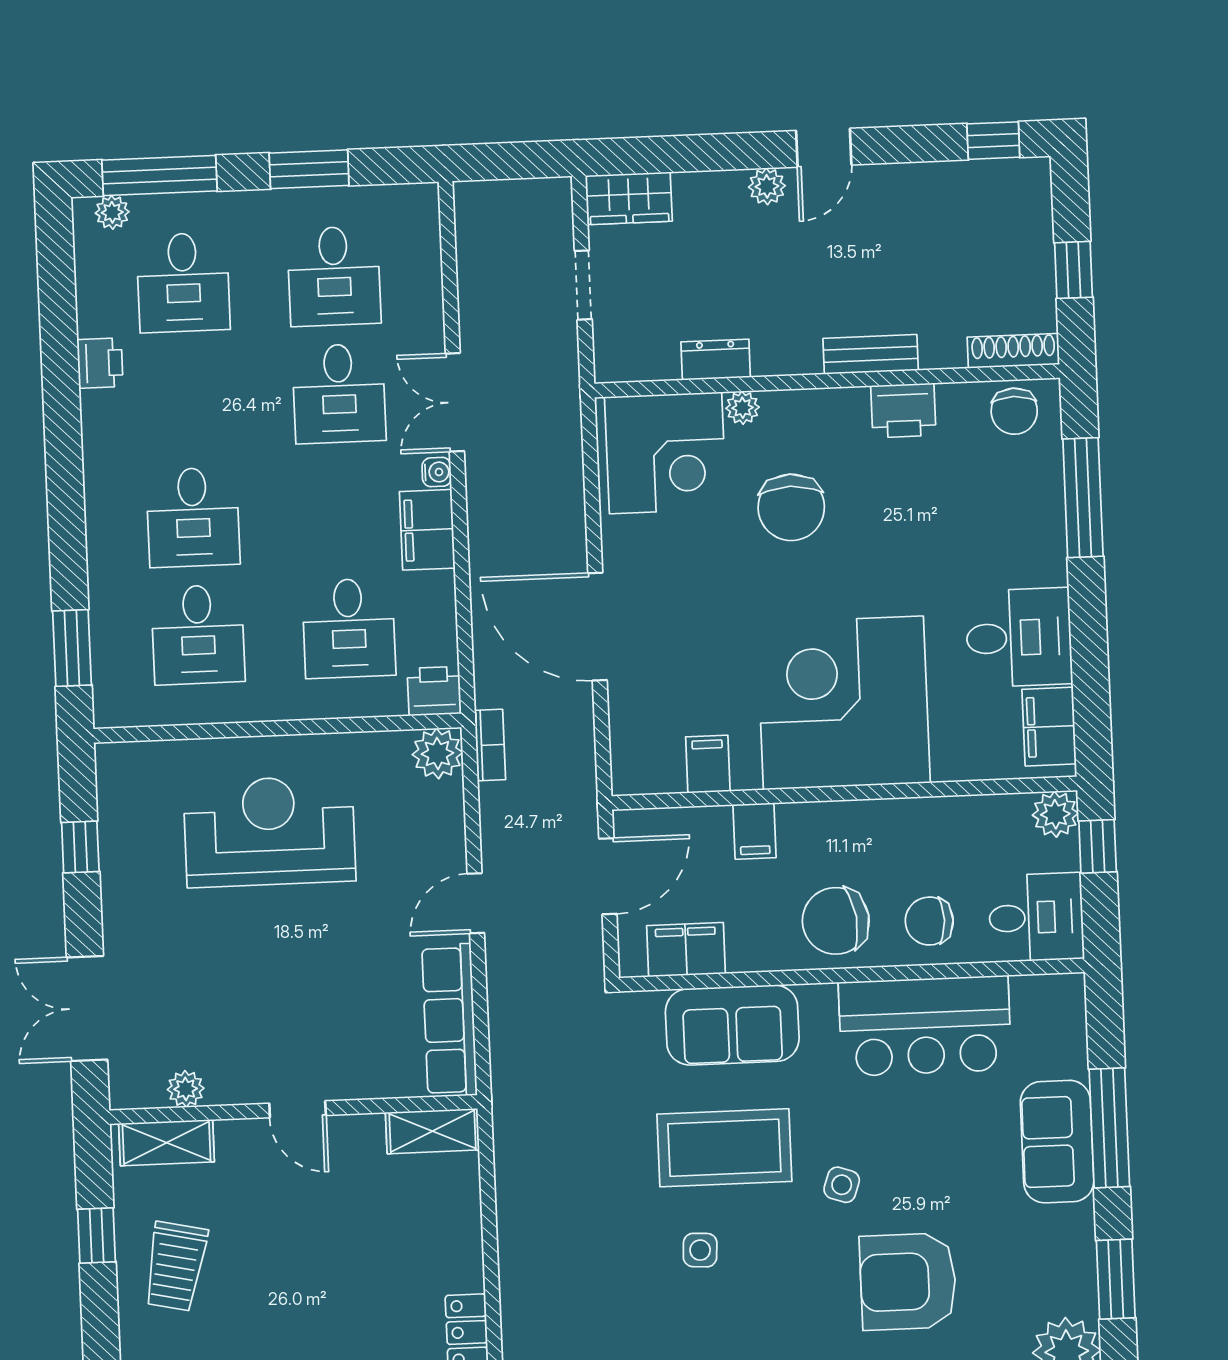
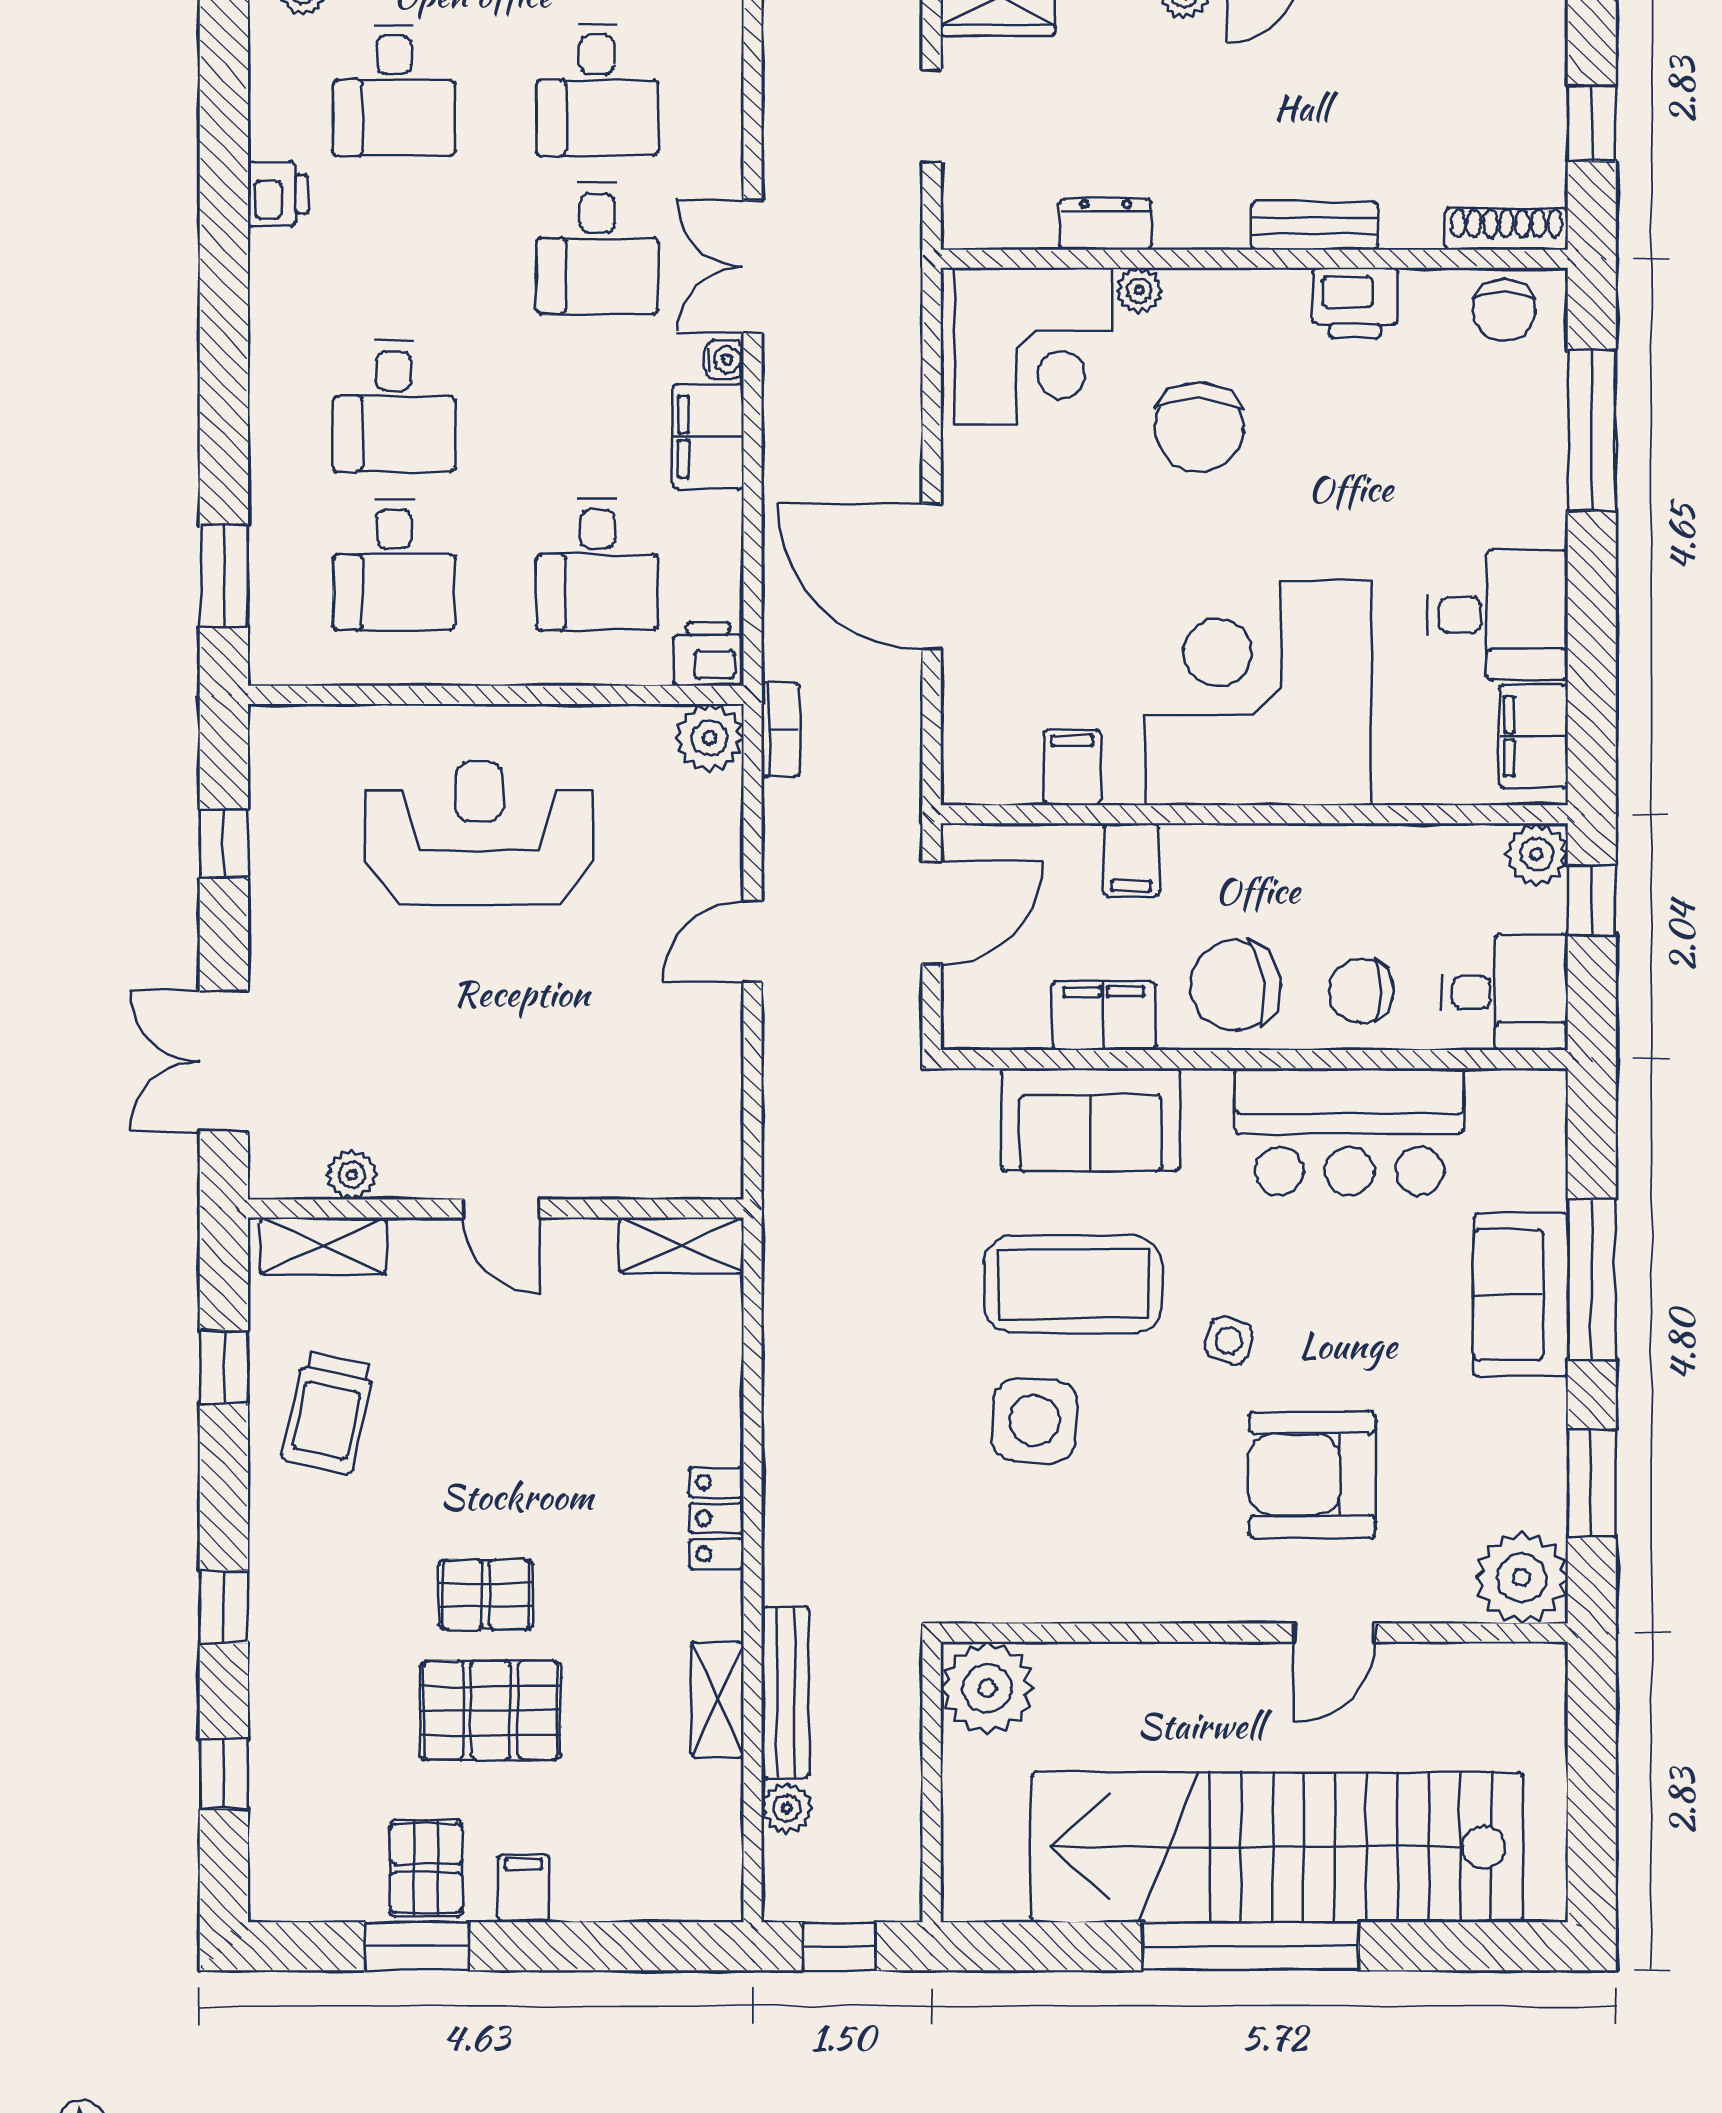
filing cabinet: (686, 950) -> (1104, 1016), moved
row of seats: (449, 1020) -> (710, 1097), removed
side table: (700, 1250) -> (1035, 1420), width x1.87, depth x1.87

